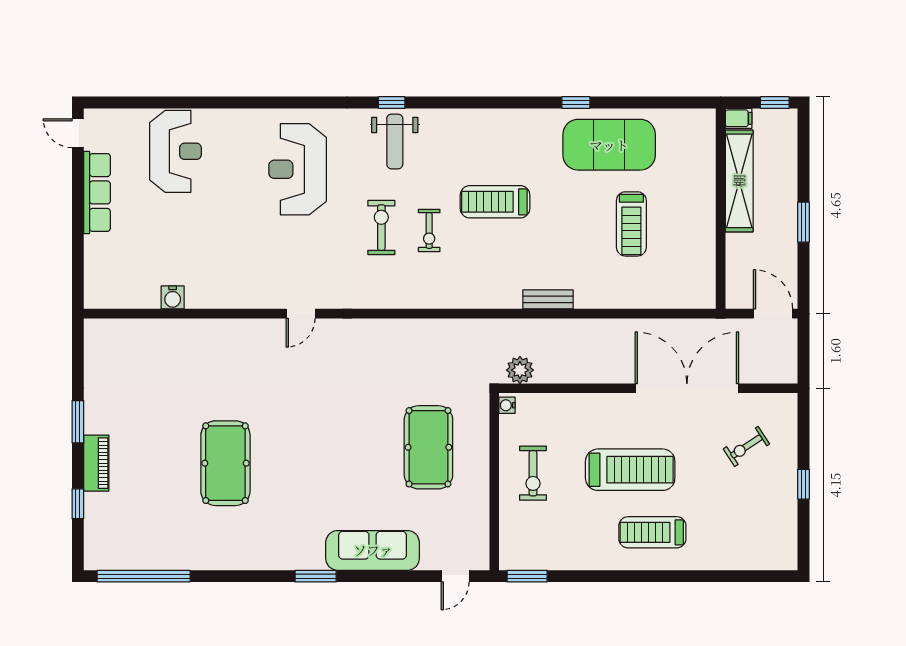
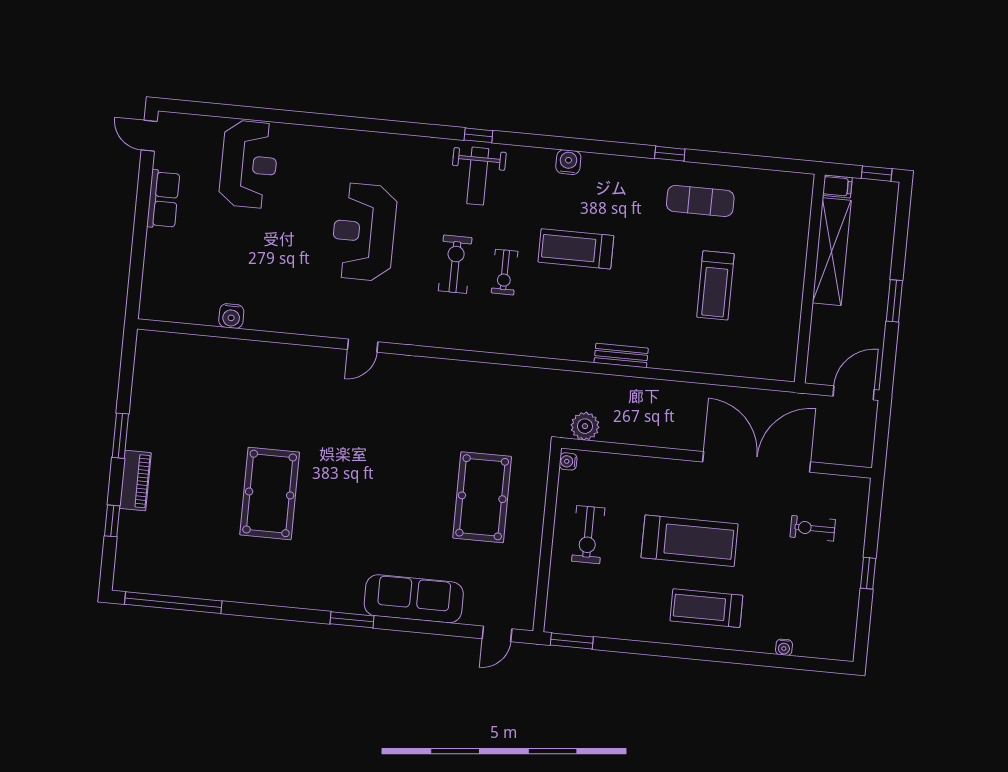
water cooler: (480, 120) -> (568, 162), added
exercise mat: (609, 145) -> (700, 201), width x0.50, depth x0.69
reception desk: (298, 169) -> (364, 232), moved
row of seats: (97, 192) -> (163, 199), width x0.68
door: (773, 314) -> (854, 393), hinge flipped
exercise bike: (746, 446) -> (813, 528), turned 33
water cooler: (730, 563) -> (784, 647), added

